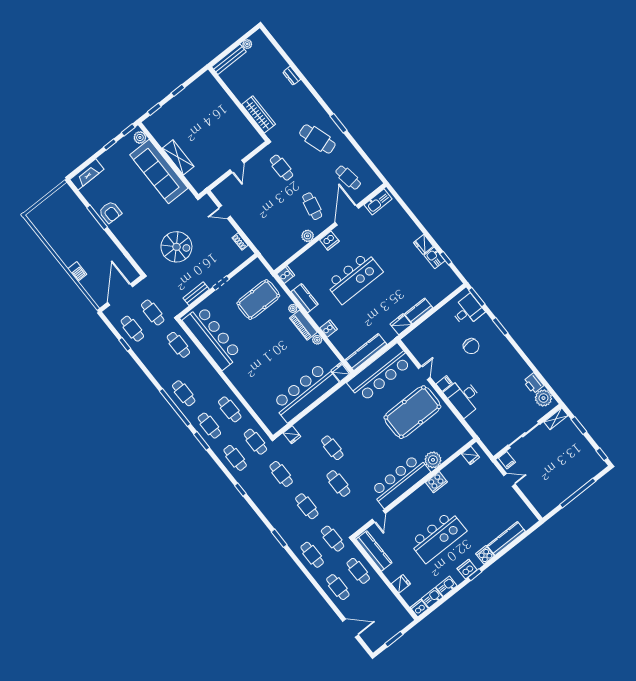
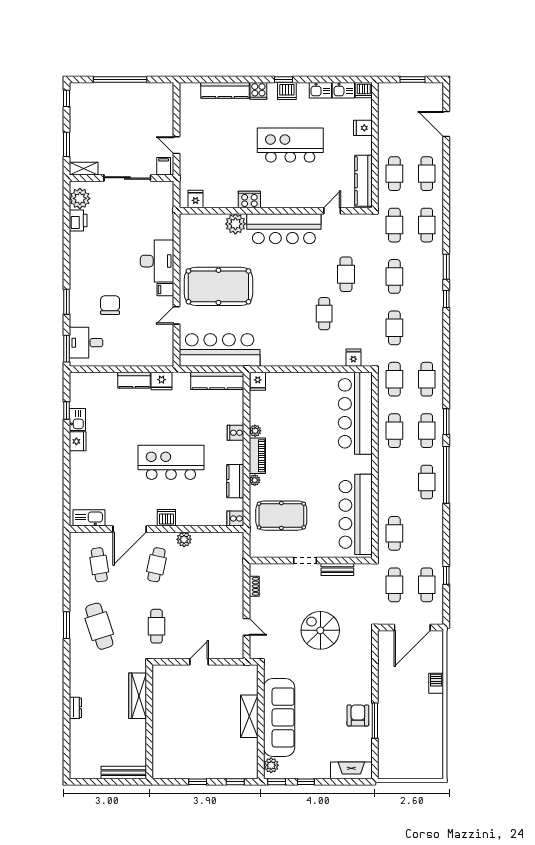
plant: (247, 44) -> (94, 773), removed
bar counter: (305, 392) -> (355, 413), moved, turned 90
window: (240, 490) -> (446, 299), moved

